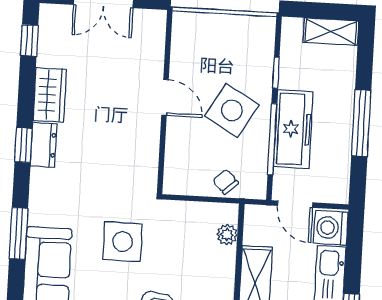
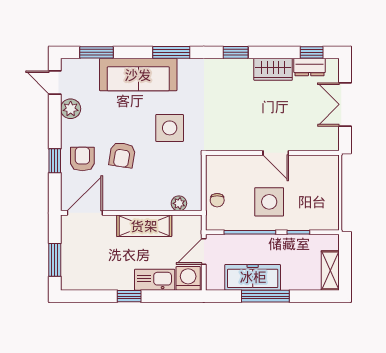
door: (165, 98) -> (276, 153), hinge flipped
side table: (232, 110) -> (269, 202), turned -30
freezer: (293, 129) -> (253, 277), moved, turned 180
dresser: (44, 145) -> (310, 67), moved
chair: (226, 182) -> (217, 200), turned 133

